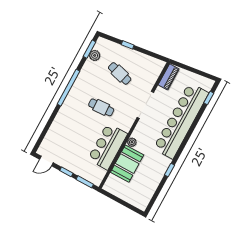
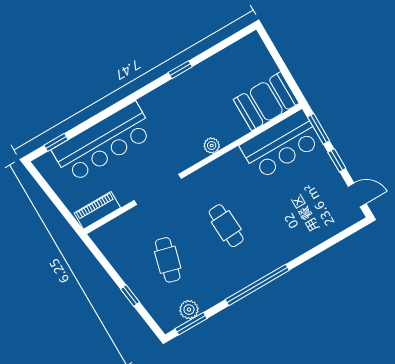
bar counter: (181, 121) -> (103, 142), width x0.73
bar counter: (108, 147) -> (281, 144), moved
booth: (127, 164) -> (266, 101), moved

